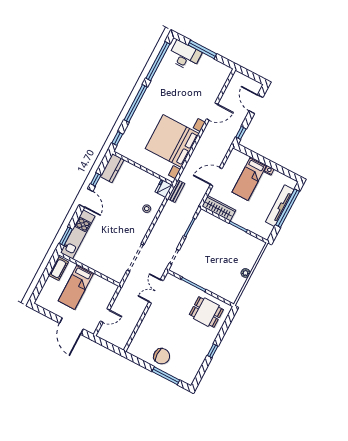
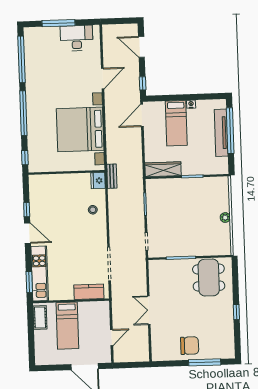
desk: (185, 56) -> (77, 38), moved
kitchen counter: (112, 168) -> (89, 292), moved, turned -90
door: (216, 177) -> (142, 115), moved
double door: (156, 291) -> (149, 310), moved
dining table: (206, 312) -> (209, 278), width x1.38

